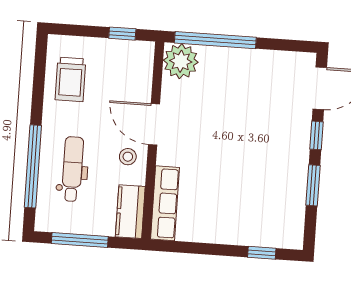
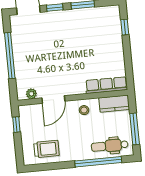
window: (215, 40) -> (10, 56), moved
plant: (181, 61) -> (31, 94), width x0.53, depth x0.53
door: (154, 124) -> (53, 100), moved
dental chair: (73, 169) -> (110, 146), moved

